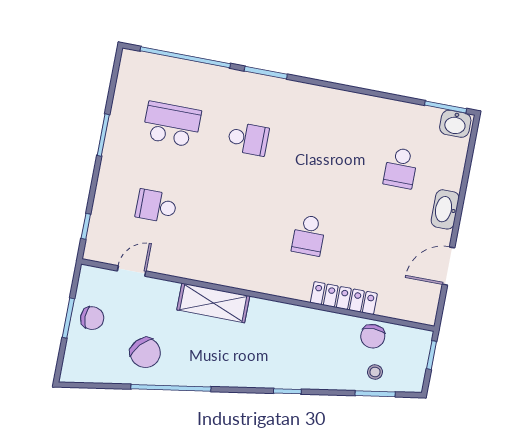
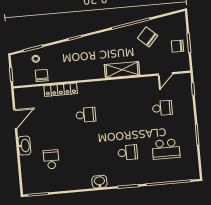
washbasin: (455, 124) -> (99, 182), moved
school desk: (248, 139) -> (128, 152), turned 180
school desk: (309, 235) -> (86, 115), turned 90

